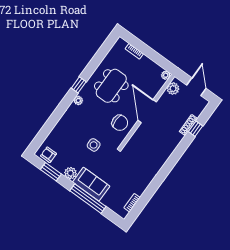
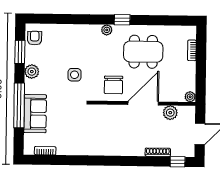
plant: (173, 89) -> (170, 113), moved
window: (195, 129) -> (178, 162), moved
sofa: (91, 184) -> (35, 114), moved

